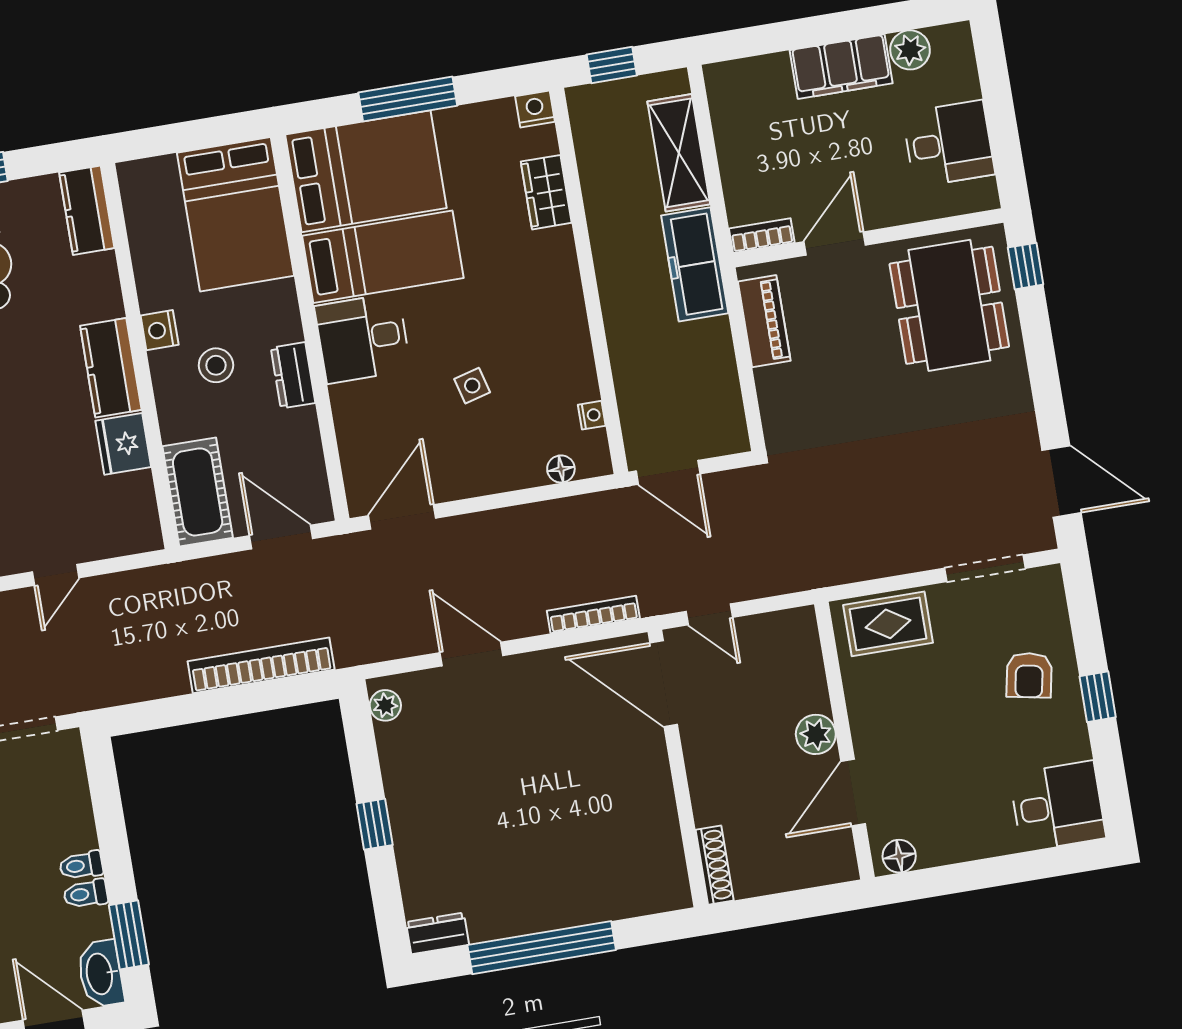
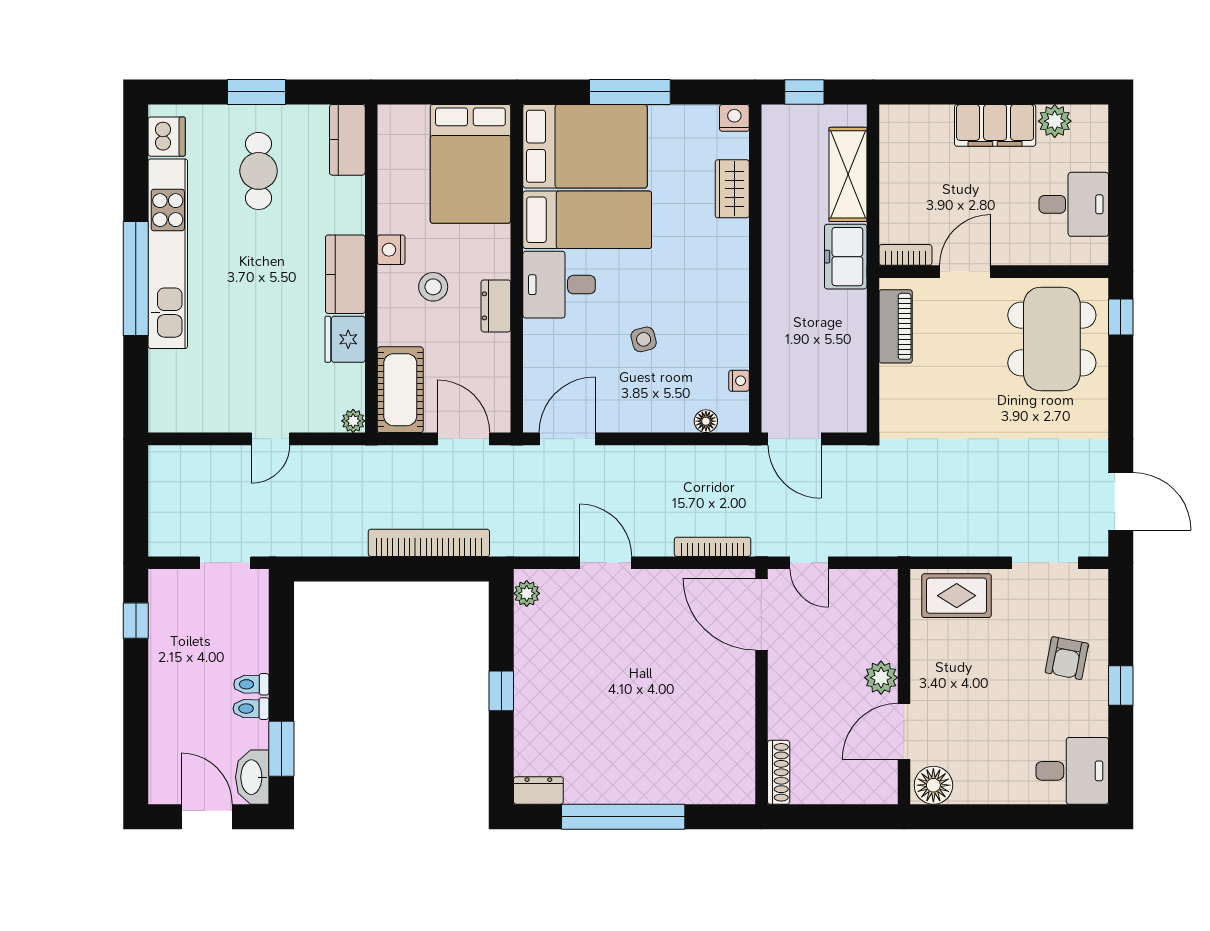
freezer: (695, 264) -> (846, 257), width x0.71
plant: (149, 538) -> (353, 421), added
floor lamp: (899, 856) -> (933, 785), width x1.38, depth x1.38

